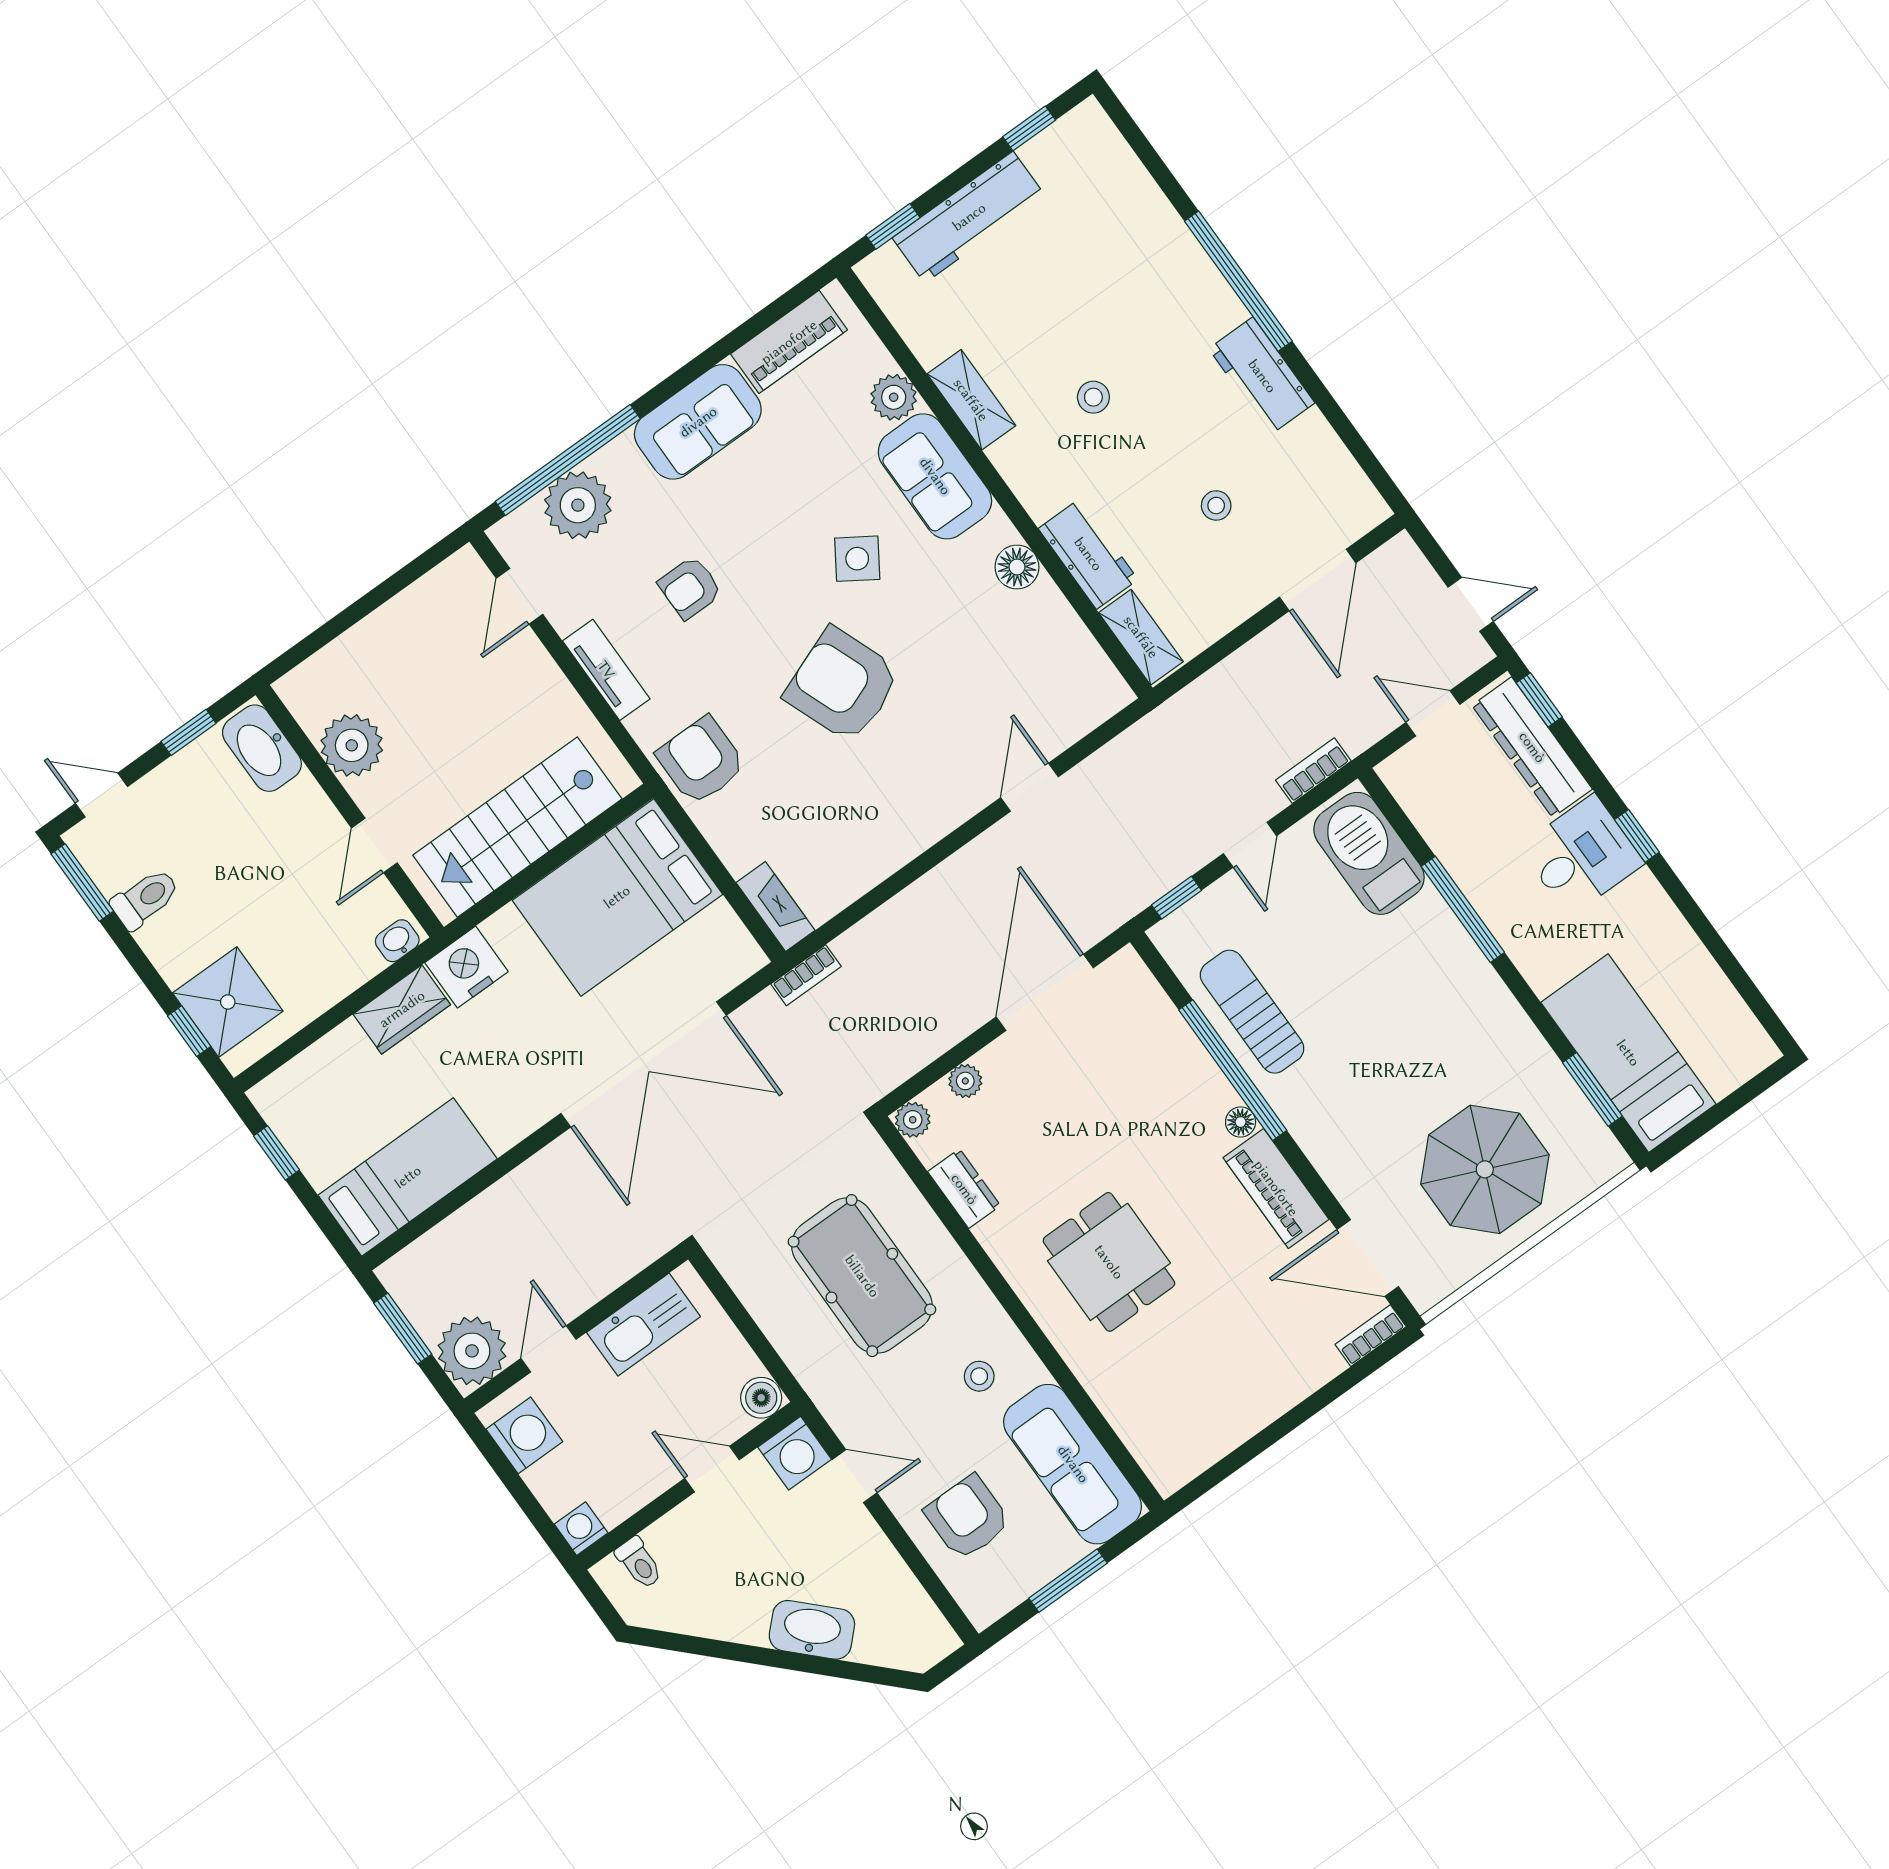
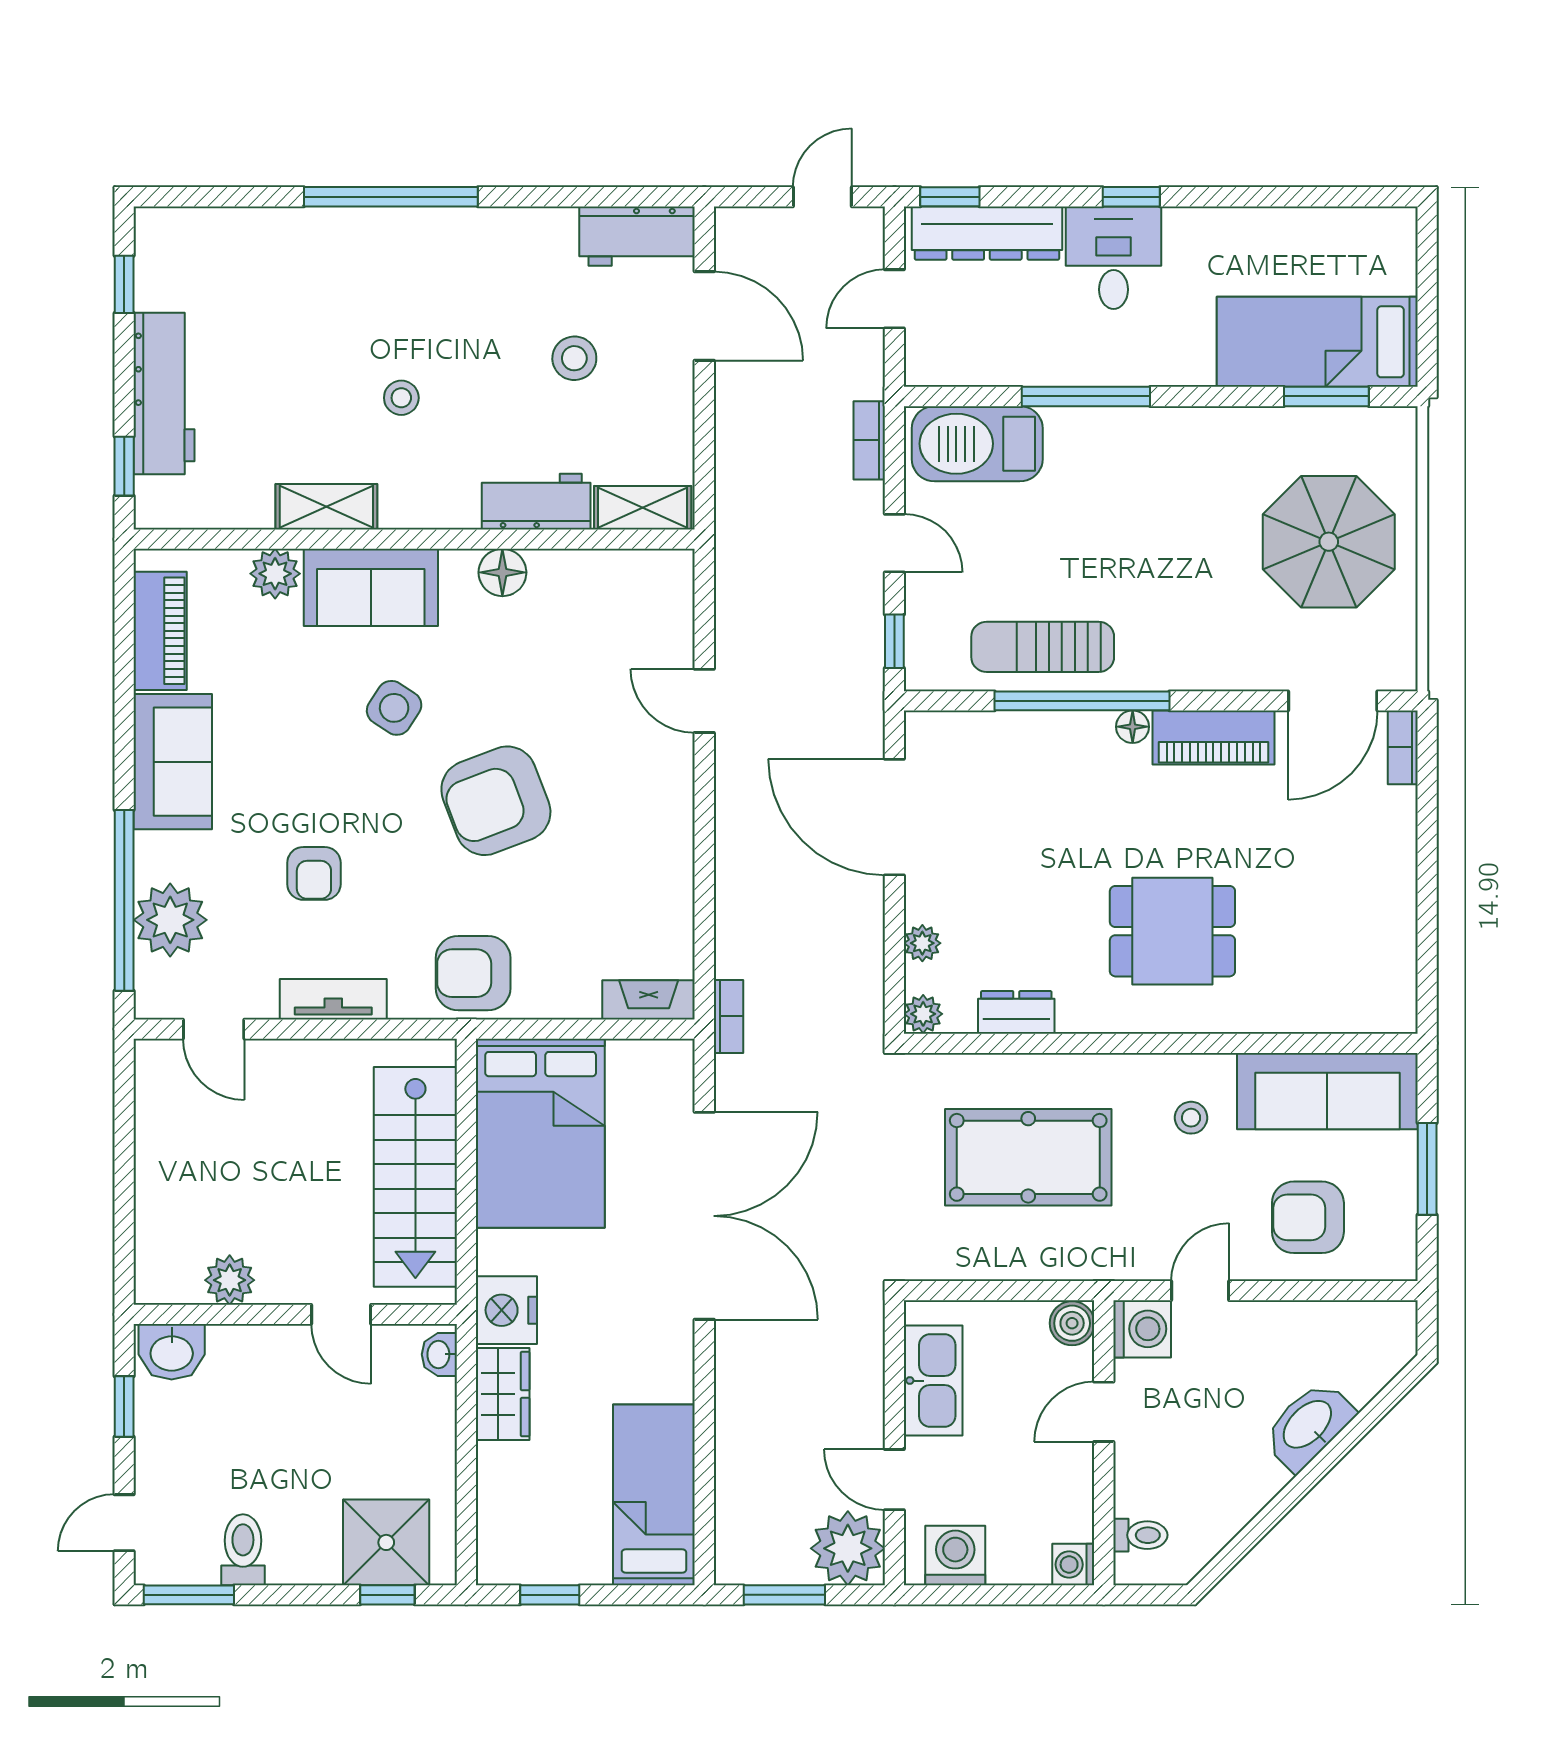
workbench: (1262, 376) -> (637, 236), moved
stool: (1216, 506) -> (574, 358), width x1.37, depth x1.37
plant: (352, 745) -> (230, 1280), width x0.73, depth x0.73
washbasin: (262, 748) -> (172, 1352), width x0.72

